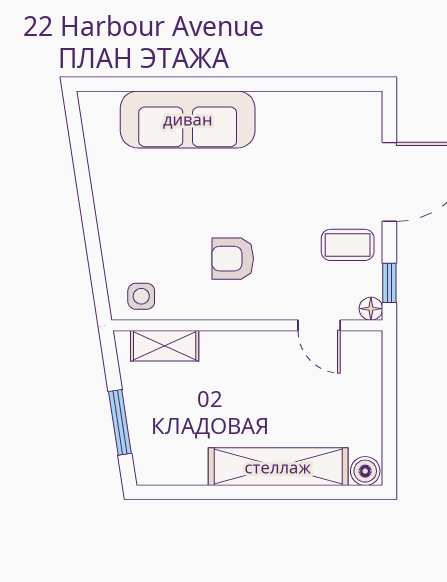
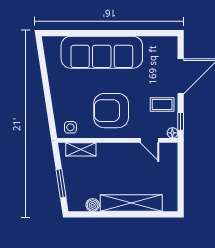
sofa: (188, 119) -> (102, 52), width x1.36, depth x1.27
armchair: (233, 259) -> (111, 111), width x1.88, depth x1.88
boiler: (365, 471) -> (93, 205), moved

